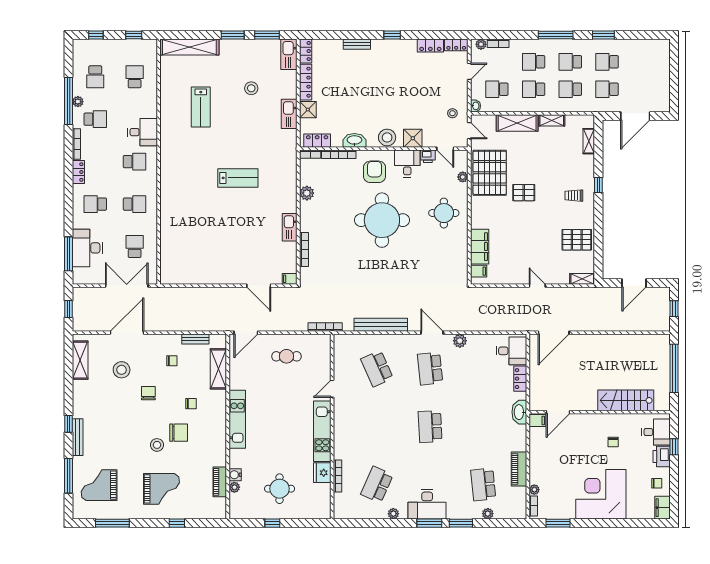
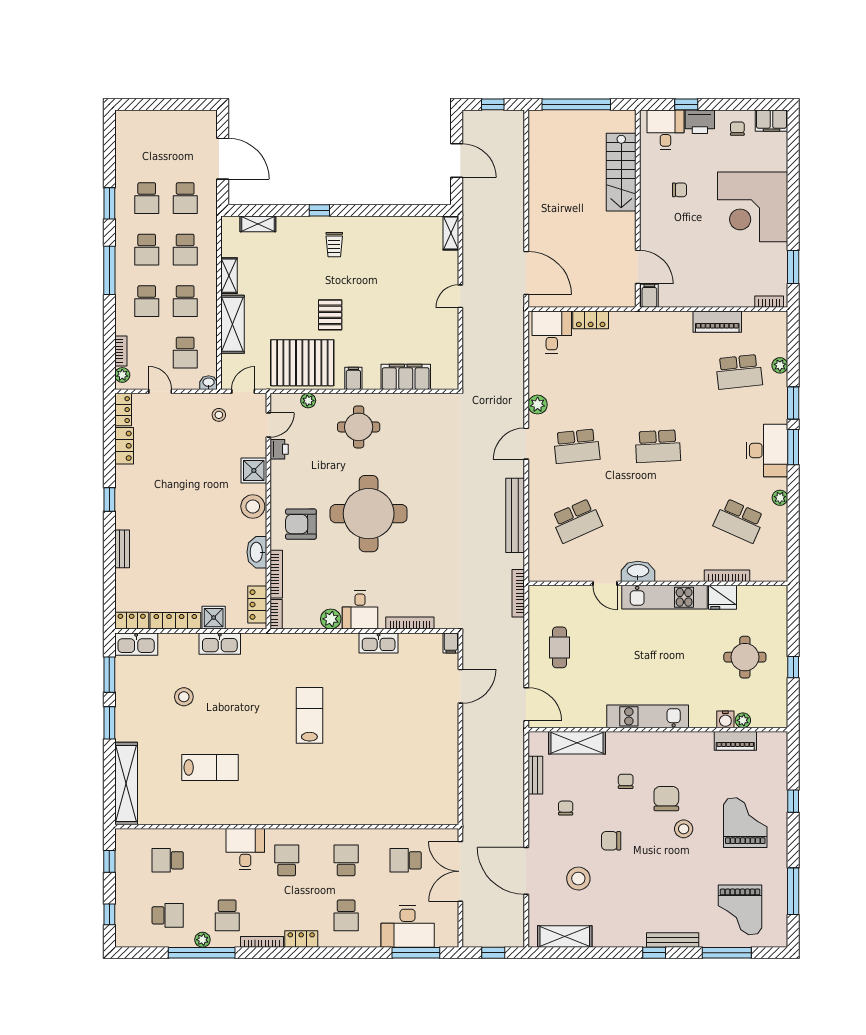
school desk: (95, 119) -> (227, 915), turned 180
desk: (407, 164) -> (360, 610), moved, turned -90
pallet: (577, 240) -> (396, 241), removed
filing cabinet: (479, 271) -> (353, 378), moved
washbasin: (519, 412) -> (638, 571), moved, turned 180
plant: (534, 490) -> (746, 300), removed

